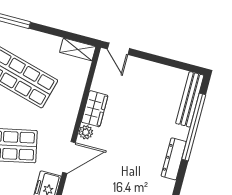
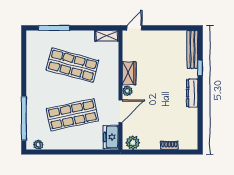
door: (118, 49) -> (134, 28), swing flipped
window: (194, 127) -> (200, 68), width x0.32

